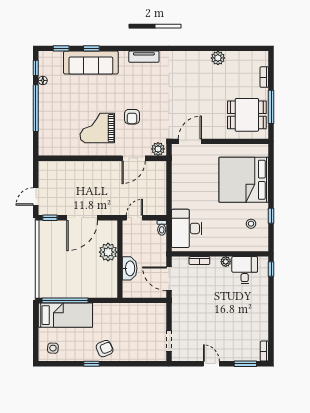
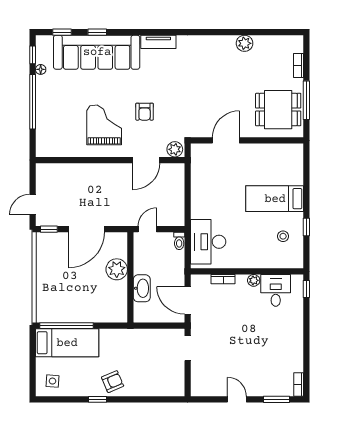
sofa: (91, 62) -> (97, 52), width x1.36, depth x1.27
grand piano: (97, 128) -> (104, 125), turned 90
door: (190, 141) -> (226, 140), moved
bed: (244, 180) -> (275, 199), width x0.49
doorway: (169, 341) -> (188, 348), moved

